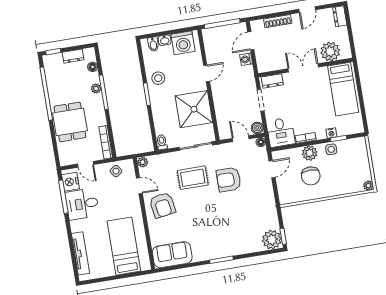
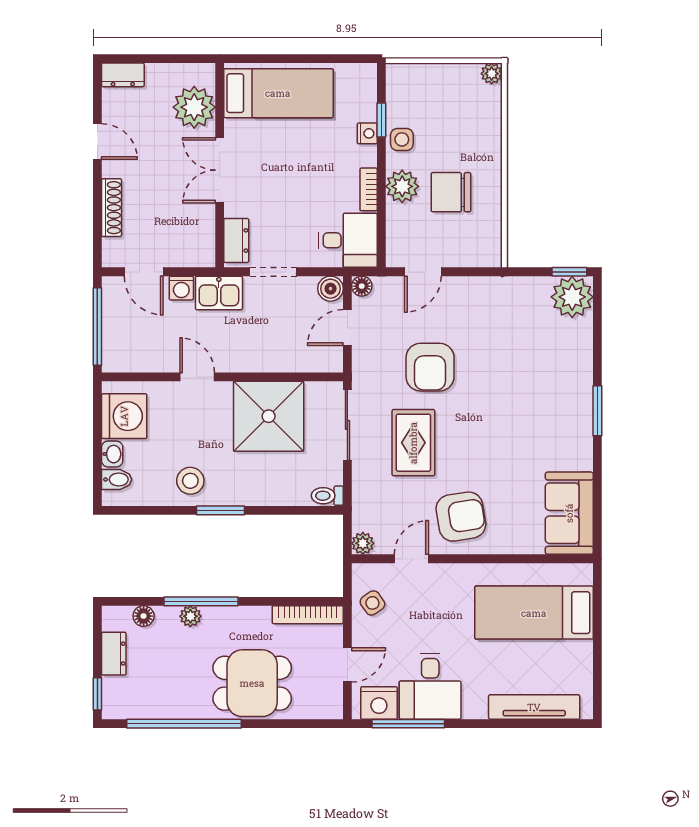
kitchen sink: (247, 77) -> (219, 293), added
door: (272, 169) -> (423, 272), swing flipped
chair: (311, 176) -> (451, 192), turned 180

